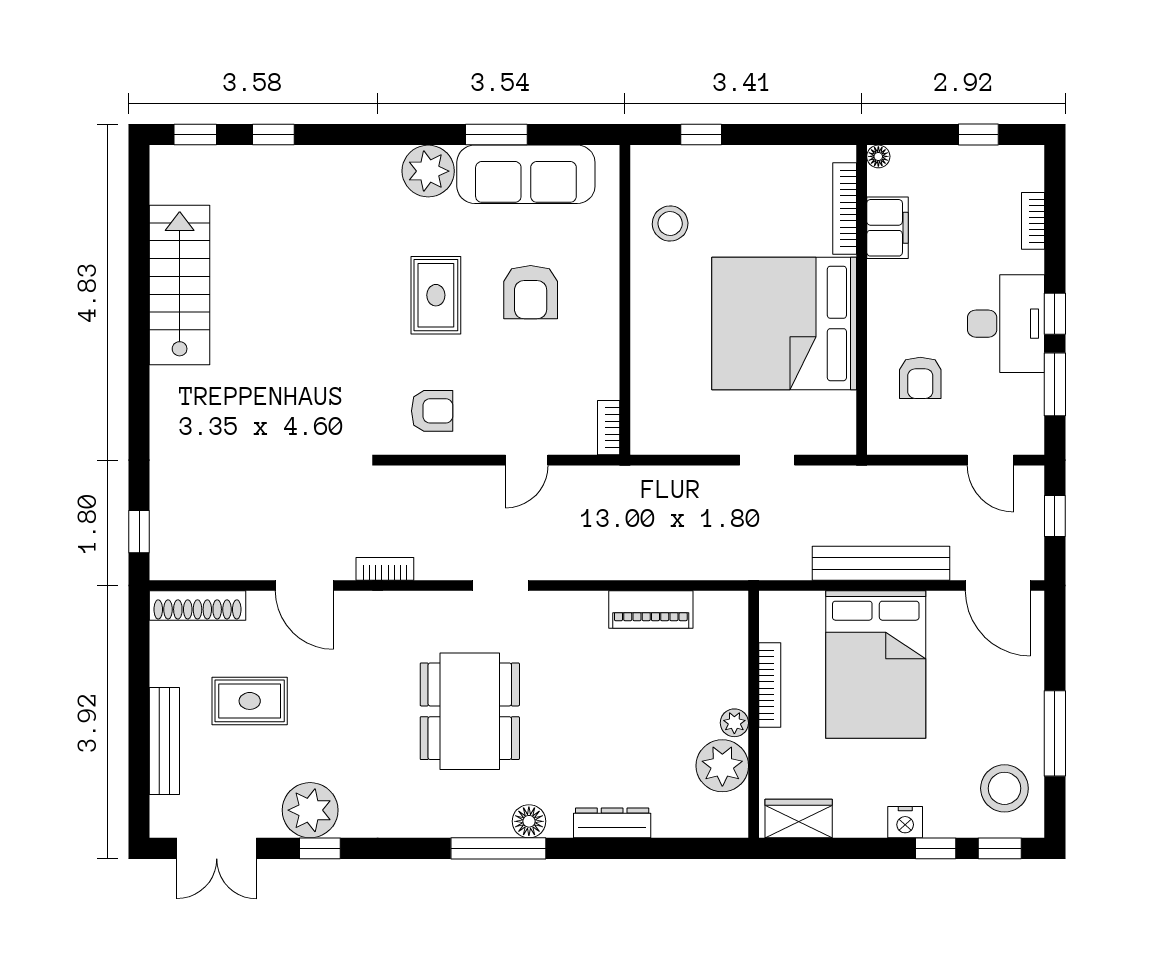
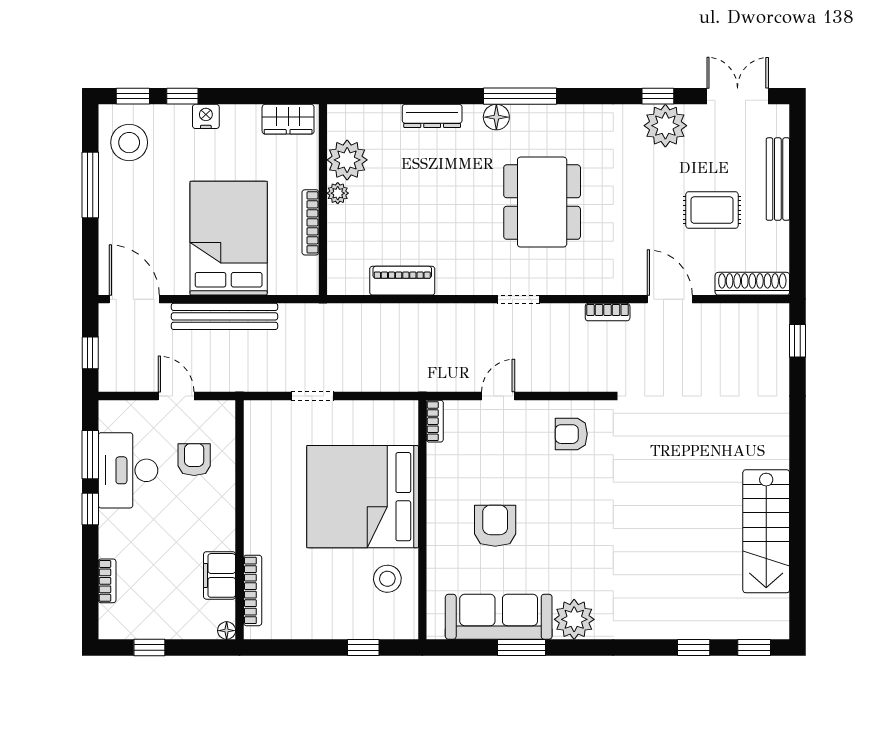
rug: (436, 295) -> (568, 523), removed
bed: (784, 323) -> (363, 497), moved, turned 180
desk: (1006, 324) -> (128, 470), moved
door: (990, 460) -> (176, 396), moved

